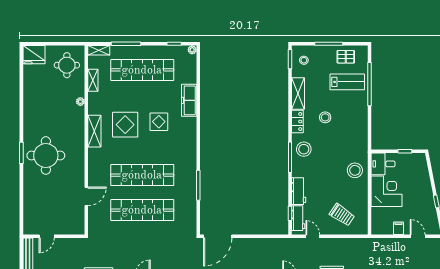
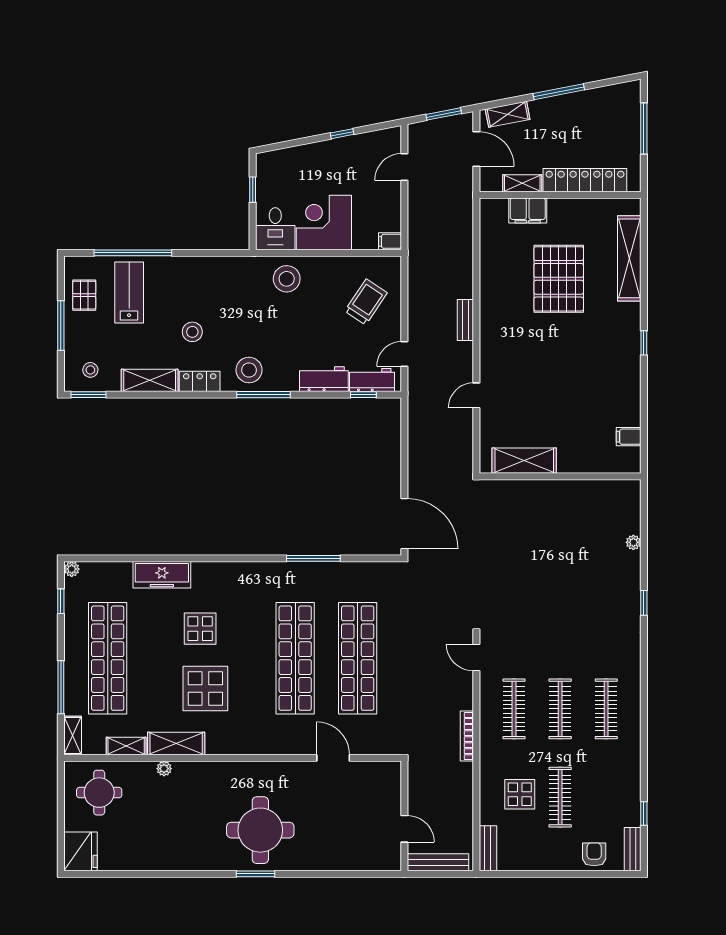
shelving: (94, 131) -> (176, 744), moved
filing cabinet: (399, 228) -> (390, 241), moved

